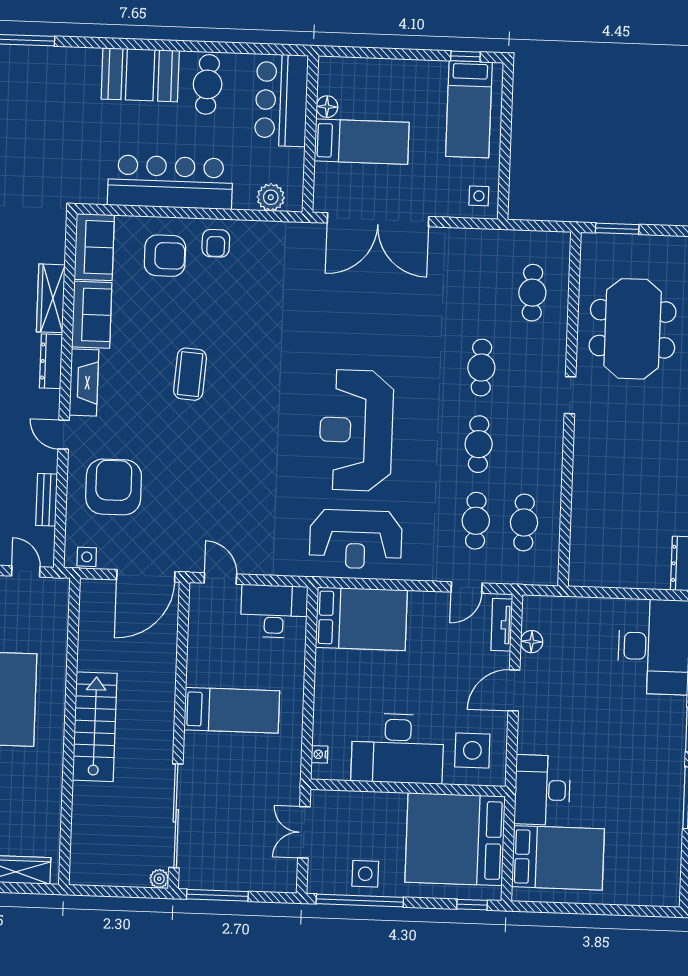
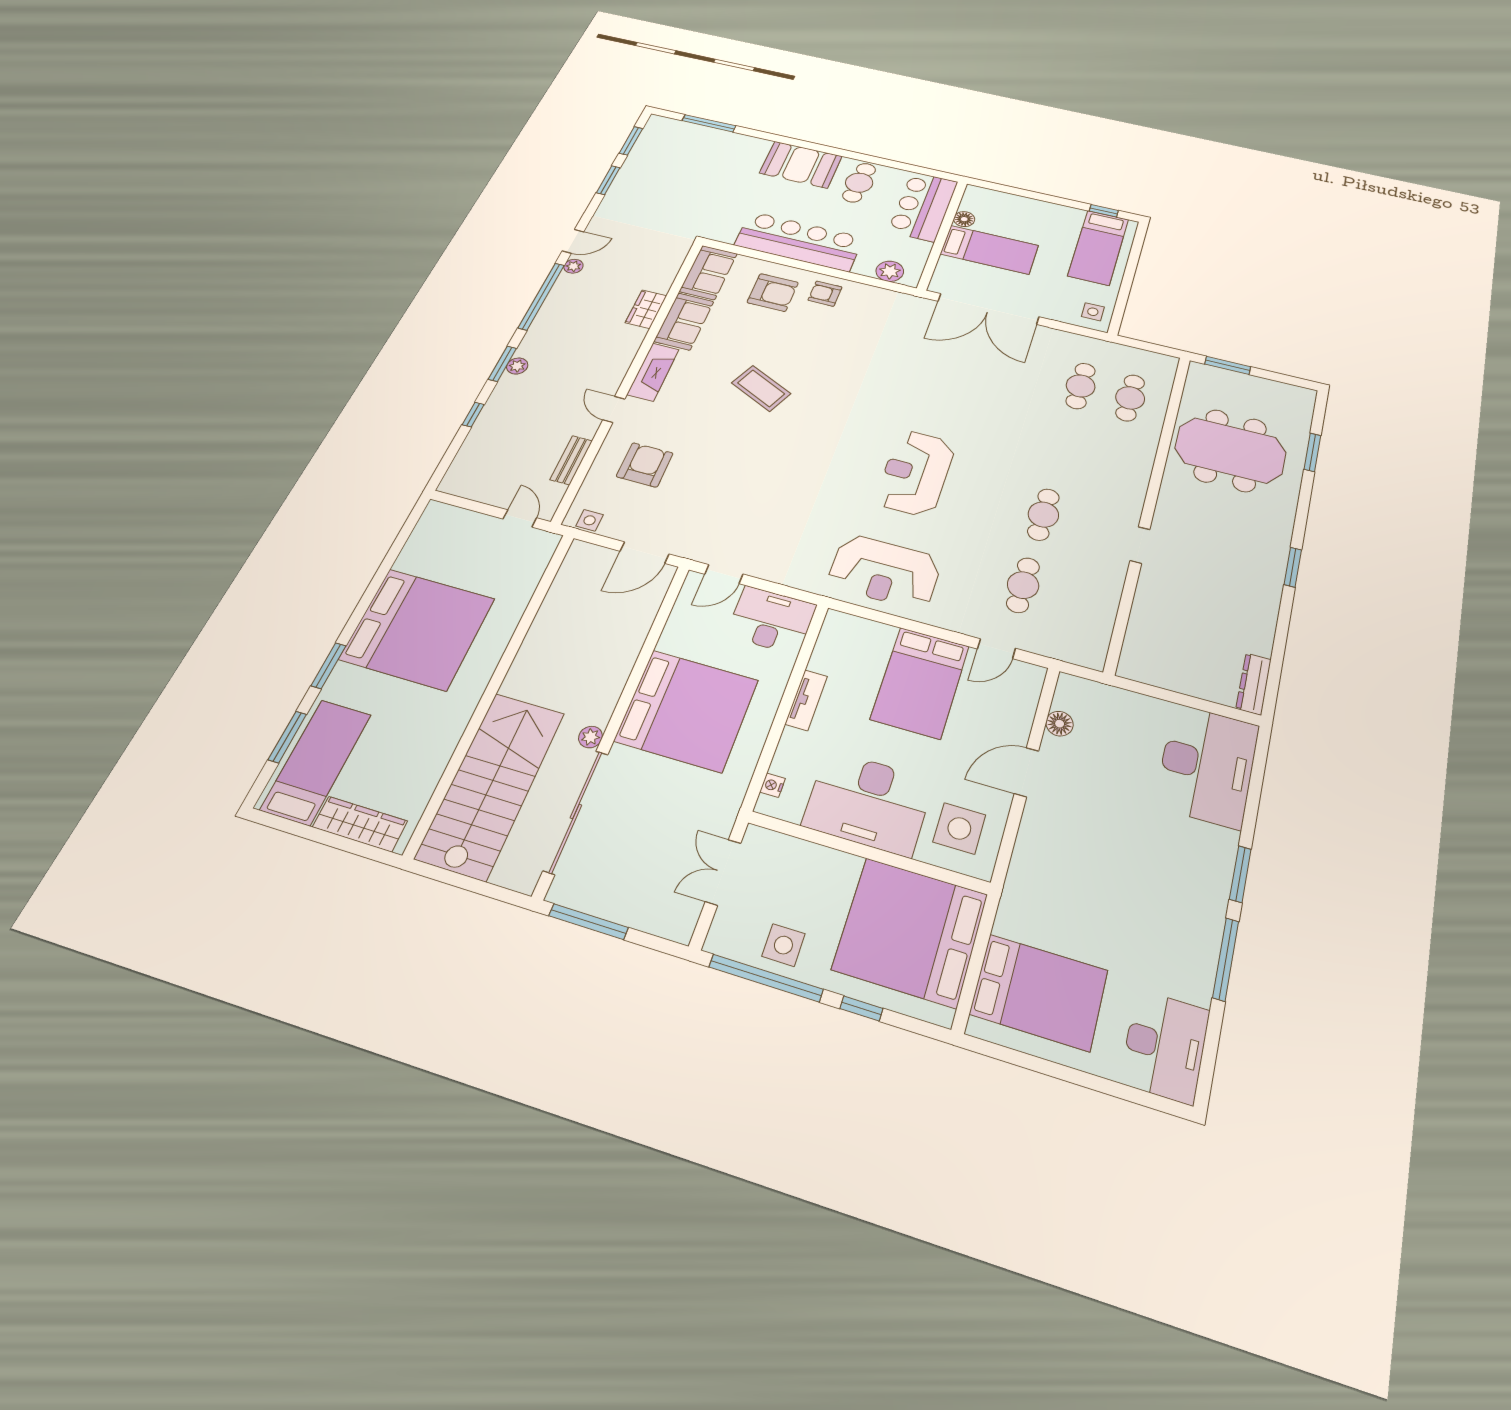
armchair: (216, 243) -> (825, 294), turned 90
wardrobe: (51, 298) -> (646, 309), width x0.67
meeting table: (633, 329) -> (1230, 450), turned 90
dresser: (51, 361) -> (628, 348), removed
cafe table: (481, 368) -> (1081, 386), moved
coffee table: (190, 374) -> (761, 388), turned -69
doorway: (570, 395) -> (1140, 545), moved
reception desk: (356, 430) -> (915, 473), width x0.74, depth x0.77
armchair: (114, 487) -> (645, 465), width x0.73, depth x0.73
cafe table: (524, 522) -> (1077, 599), removed
door: (146, 576) -> (645, 553), width x0.73
door: (220, 579) -> (724, 574), swing flipped
bed: (361, 619) -> (920, 682), moved, turned 90
tv unit: (502, 625) -> (806, 700), moved, turned 180
bed: (232, 710) -> (687, 710), width x2.04
stairs: (95, 727) -> (491, 784), moved, width x1.36, depth x1.51
desk: (542, 790) -> (1165, 1046), moved, turned 180
plant: (159, 879) -> (590, 737), moved
window: (472, 905) -> (861, 1008), moved

